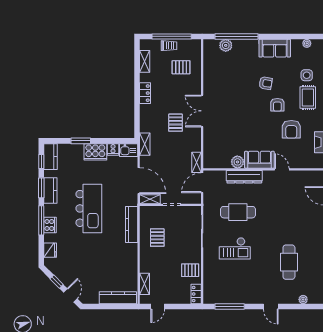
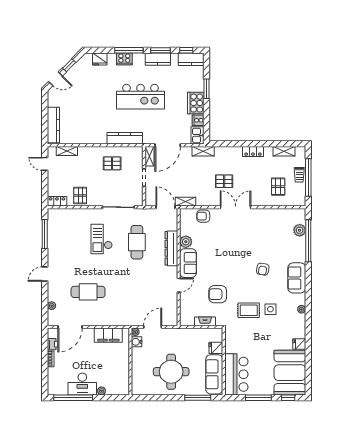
armchair: (277, 105) -> (203, 216), moved

